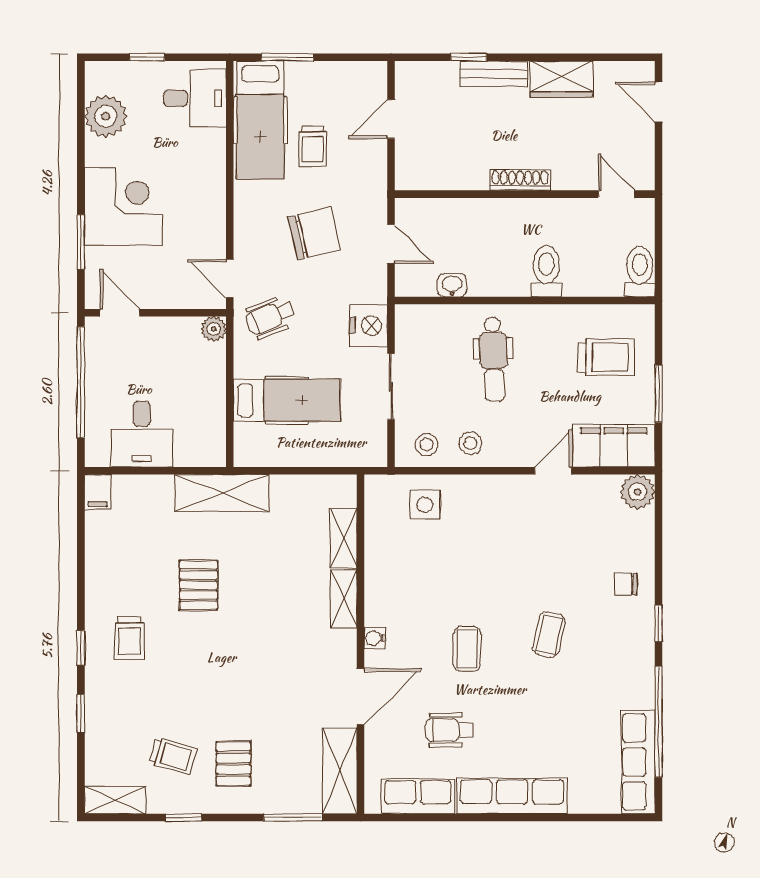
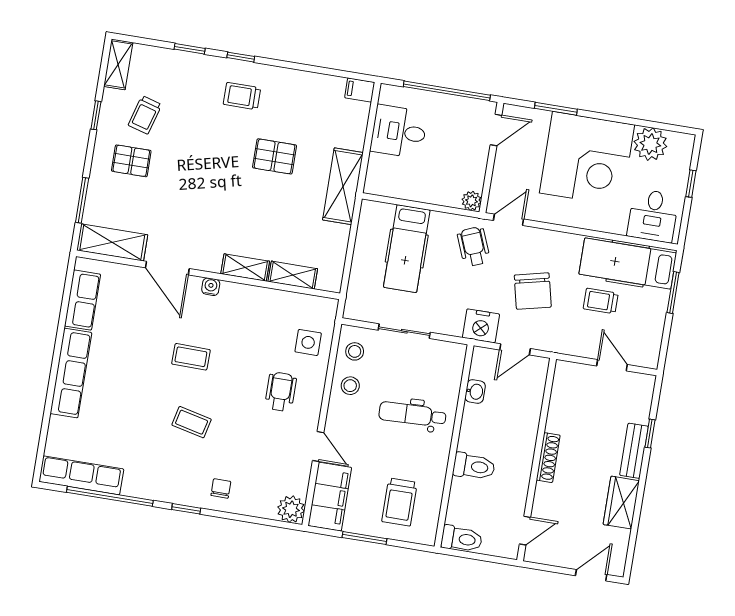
corner desk: (123, 207) -> (587, 159), width x1.36, depth x1.36
nightstand: (369, 326) -> (481, 326), moved
wheelchair: (449, 730) -> (281, 392), moved

